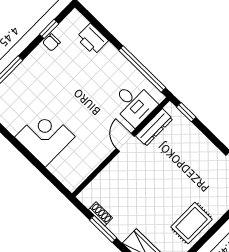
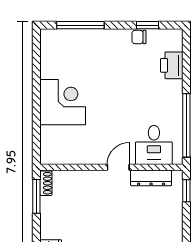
shoe rack: (101, 214) -> (46, 183), moved
window: (103, 229) -> (36, 196), moved

